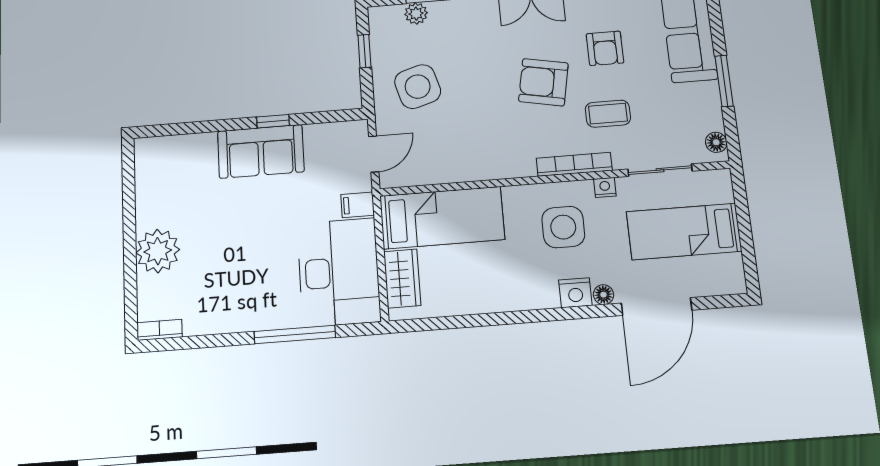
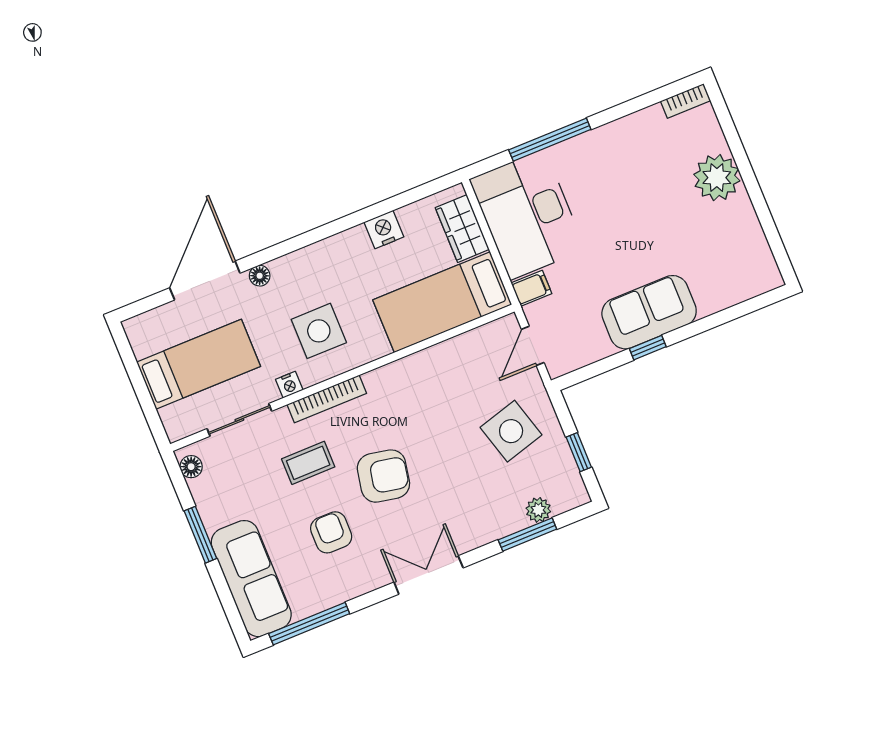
nightstand: (575, 293) -> (384, 230), moved

